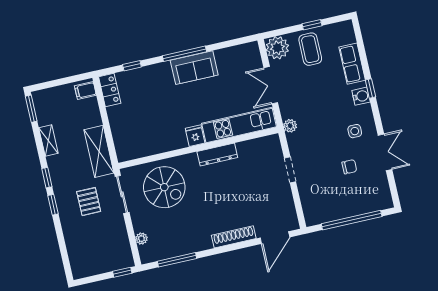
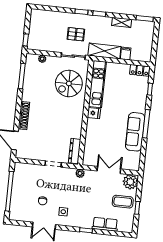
sofa: (194, 68) -> (135, 132), width x1.36
filing cabinet: (85, 90) -> (126, 53), moved
water cooler: (361, 96) -> (83, 223), removed
kitchen unit: (239, 125) -> (97, 84), moved
dresser: (217, 155) -> (75, 151), moved

